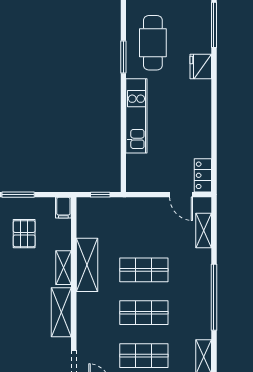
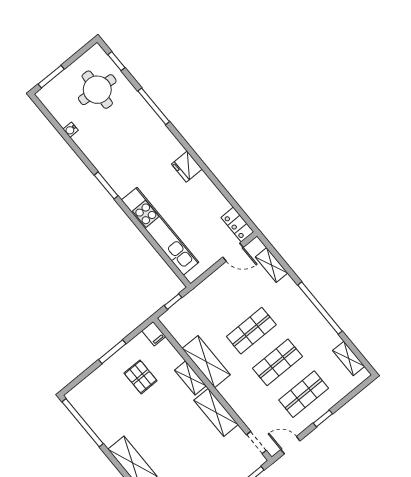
cafe table: (153, 43) -> (119, 157), removed
fridge: (201, 66) -> (187, 167), moved
kitchen unit: (136, 116) -> (160, 231), width x1.36

